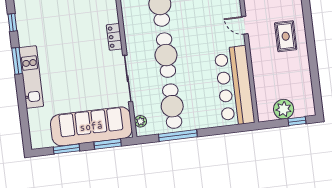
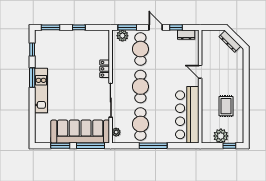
rug: (286, 36) -> (226, 106), moved
window: (178, 136) -> (153, 146), moved
window: (108, 144) -> (90, 146), width x1.44

